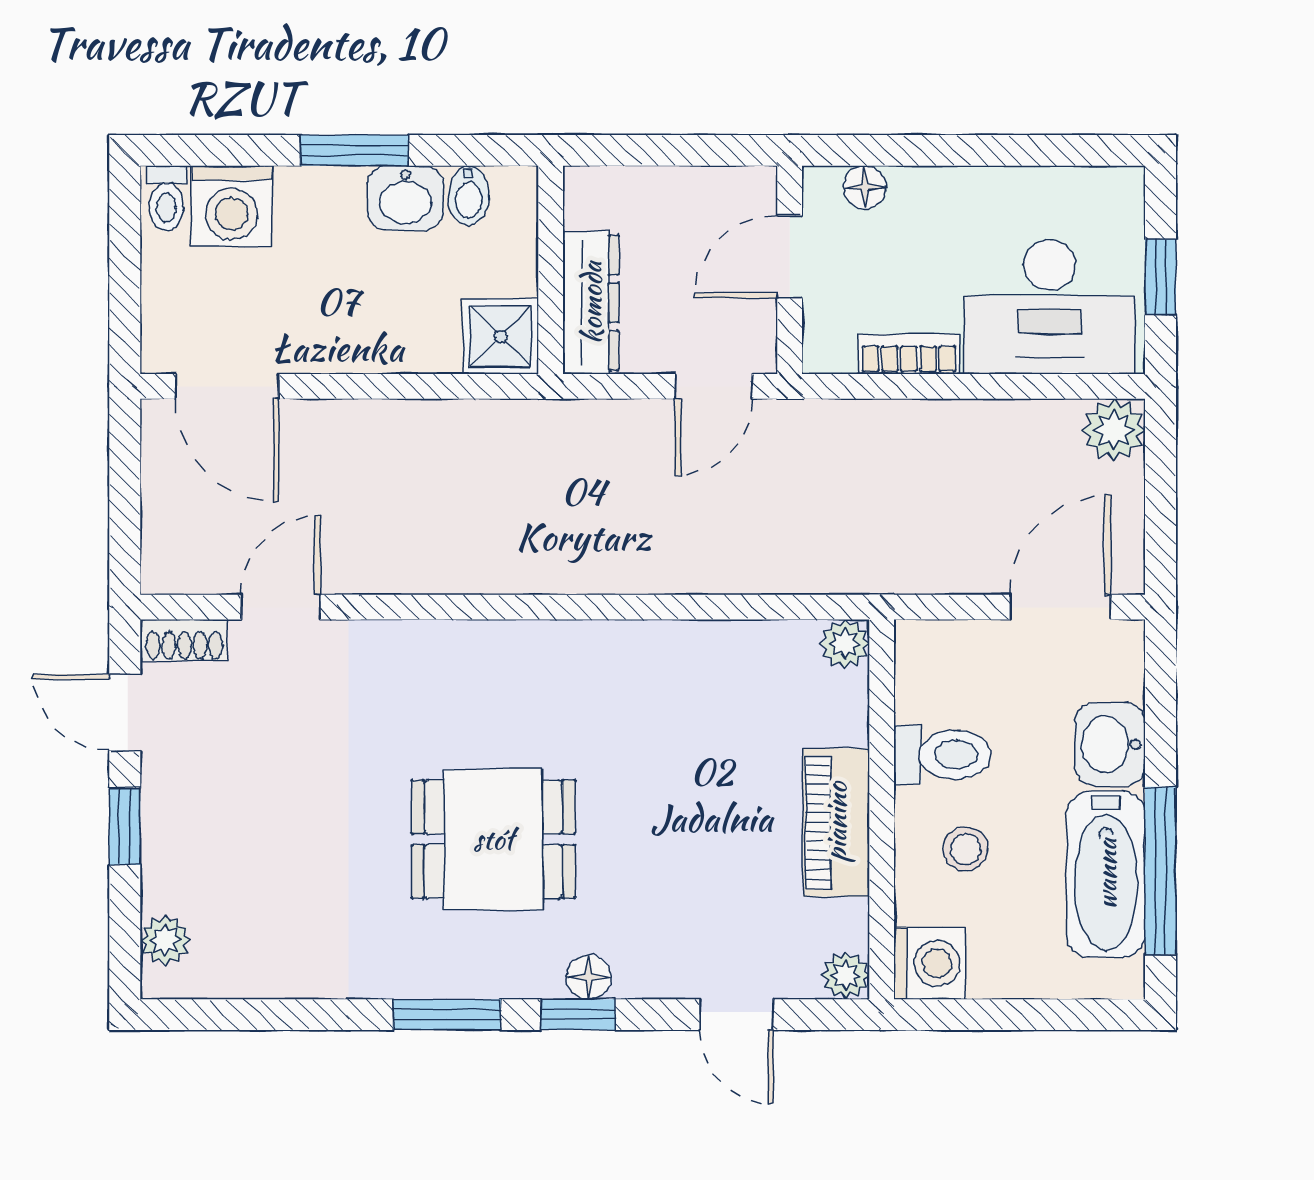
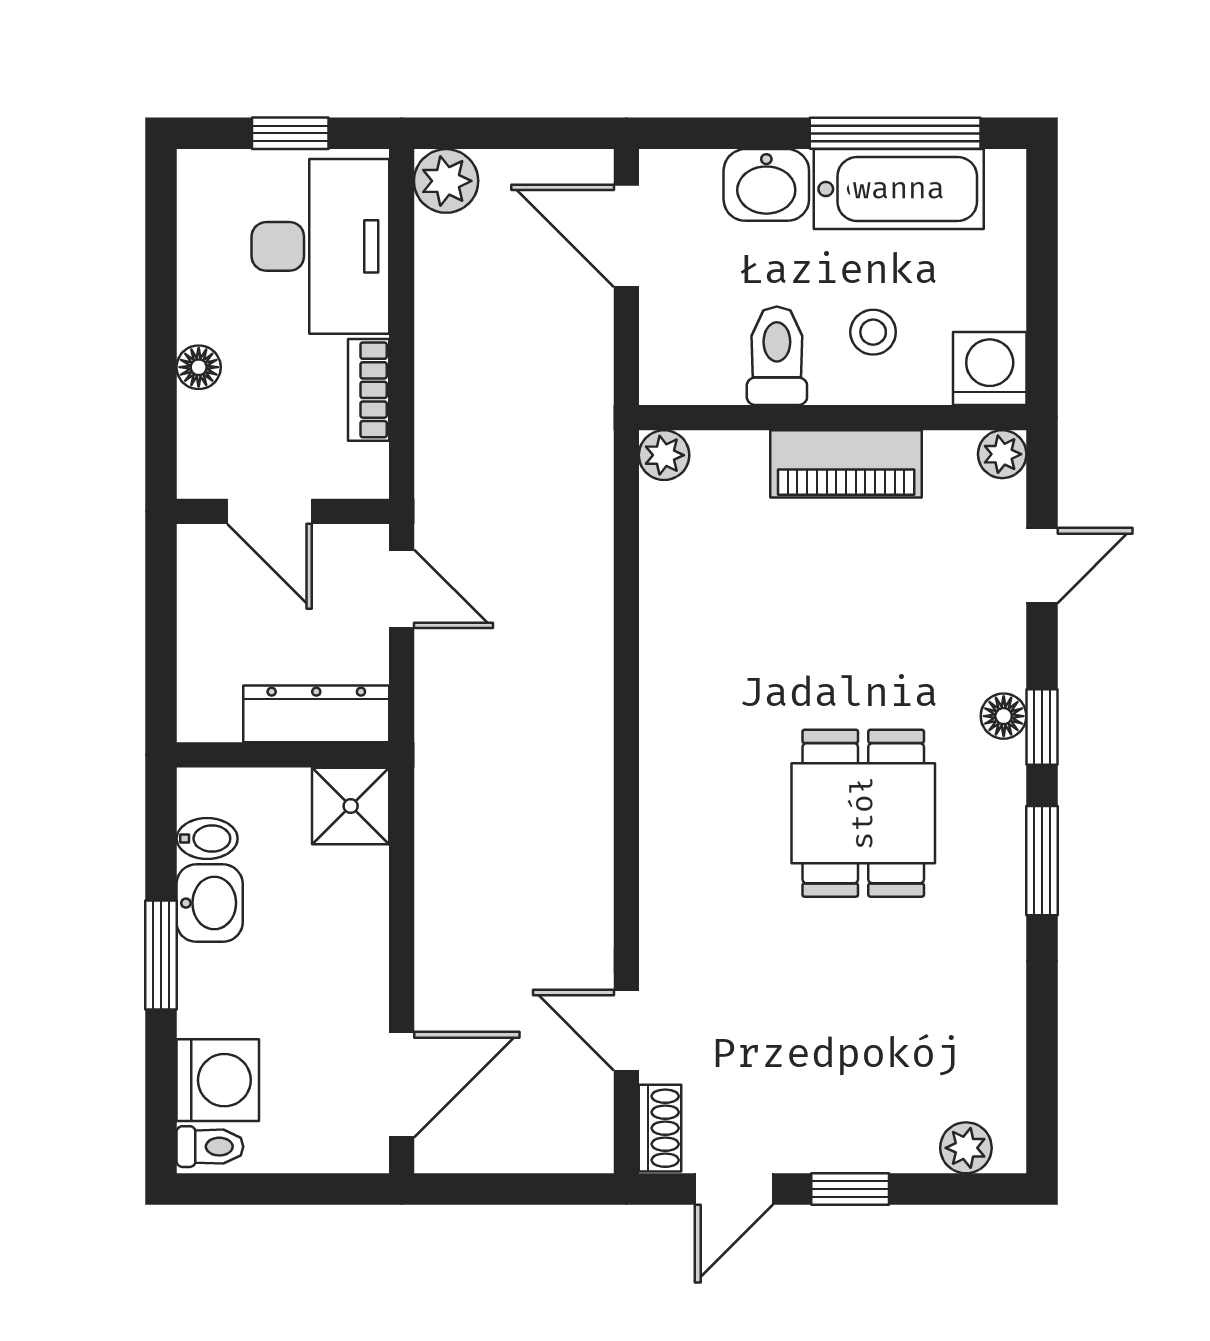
floor lamp: (865, 187) -> (199, 367), moved

